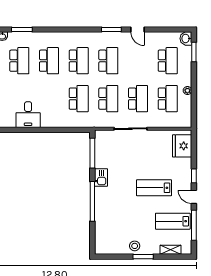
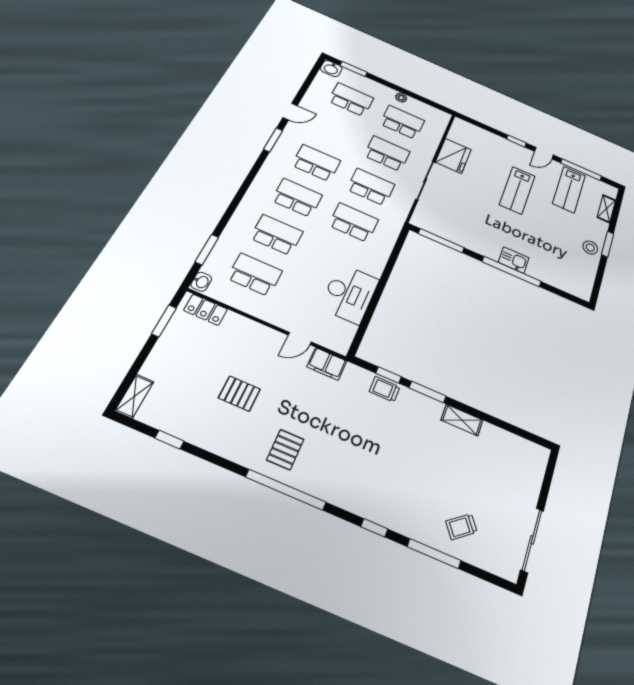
desk: (28, 115) -> (349, 294), width x1.37
fridge: (182, 146) -> (453, 156), moved, turned -90
kitchen sink: (101, 177) -> (514, 260), moved

